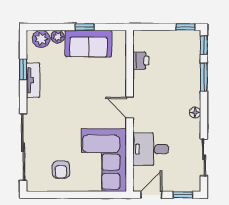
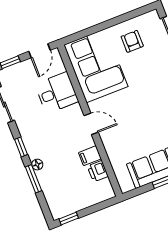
window: (204, 45) -> (21, 147), moved
filing cabinet: (143, 78) -> (90, 156), added
floor lamp: (195, 113) -> (37, 165), moved

